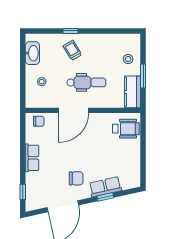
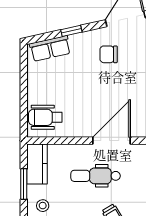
row of seats: (105, 187) -> (50, 48), moved

